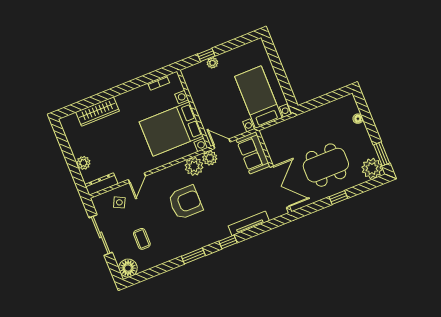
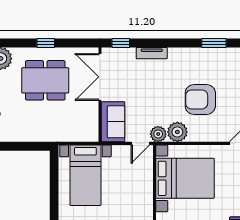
door: (222, 144) -> (140, 143), hinge flipped
tv unit: (249, 223) -> (152, 53), width x0.71
window: (228, 242) -> (121, 43), moved

